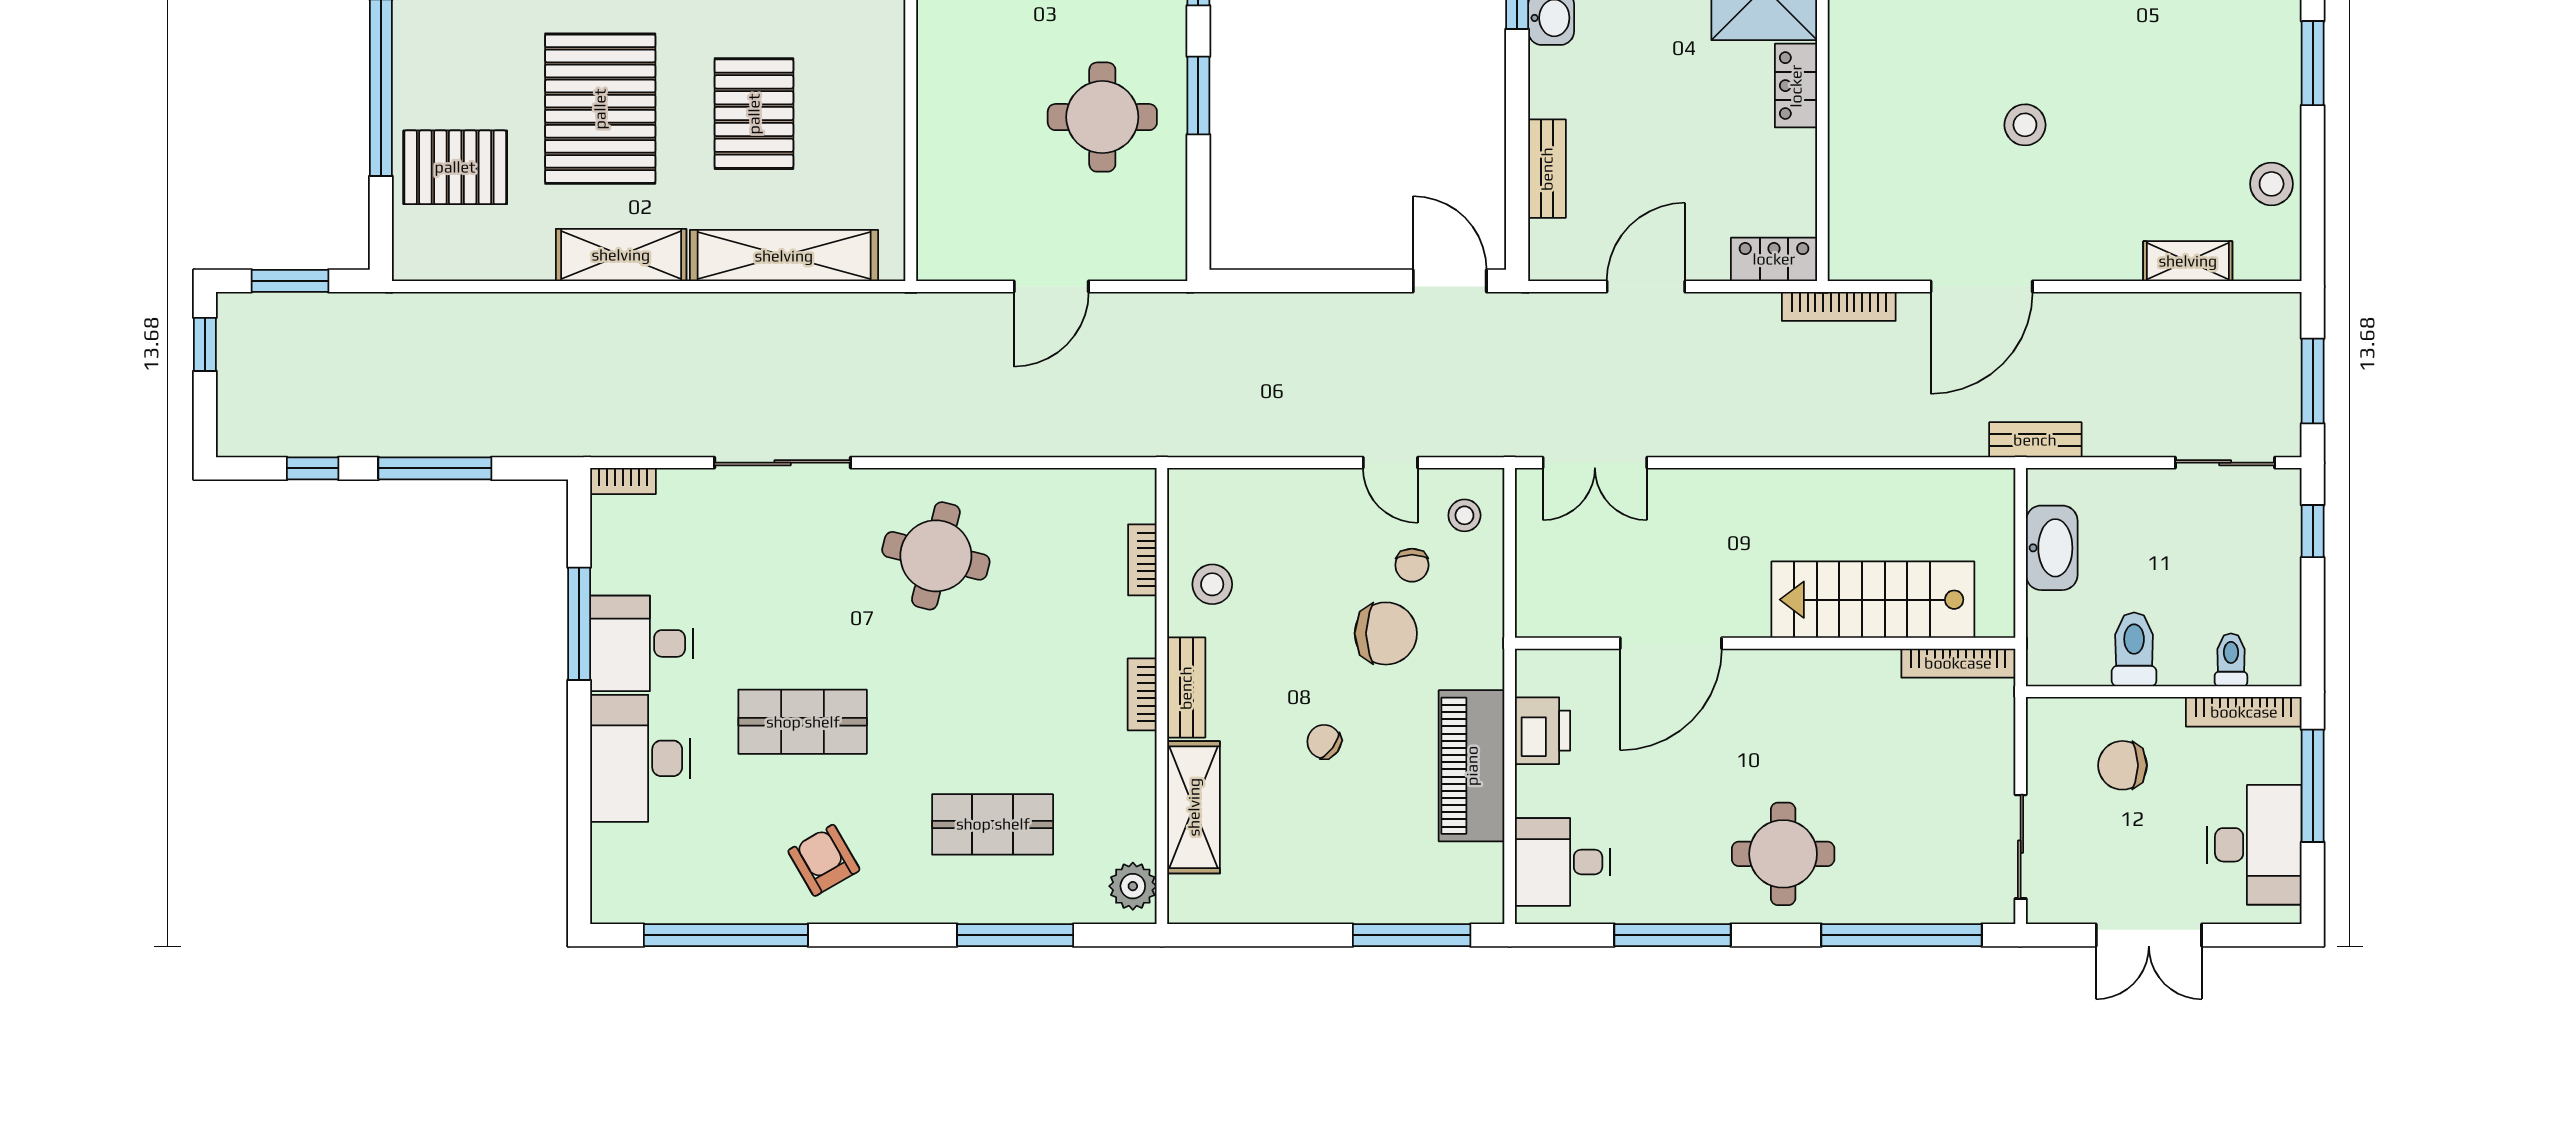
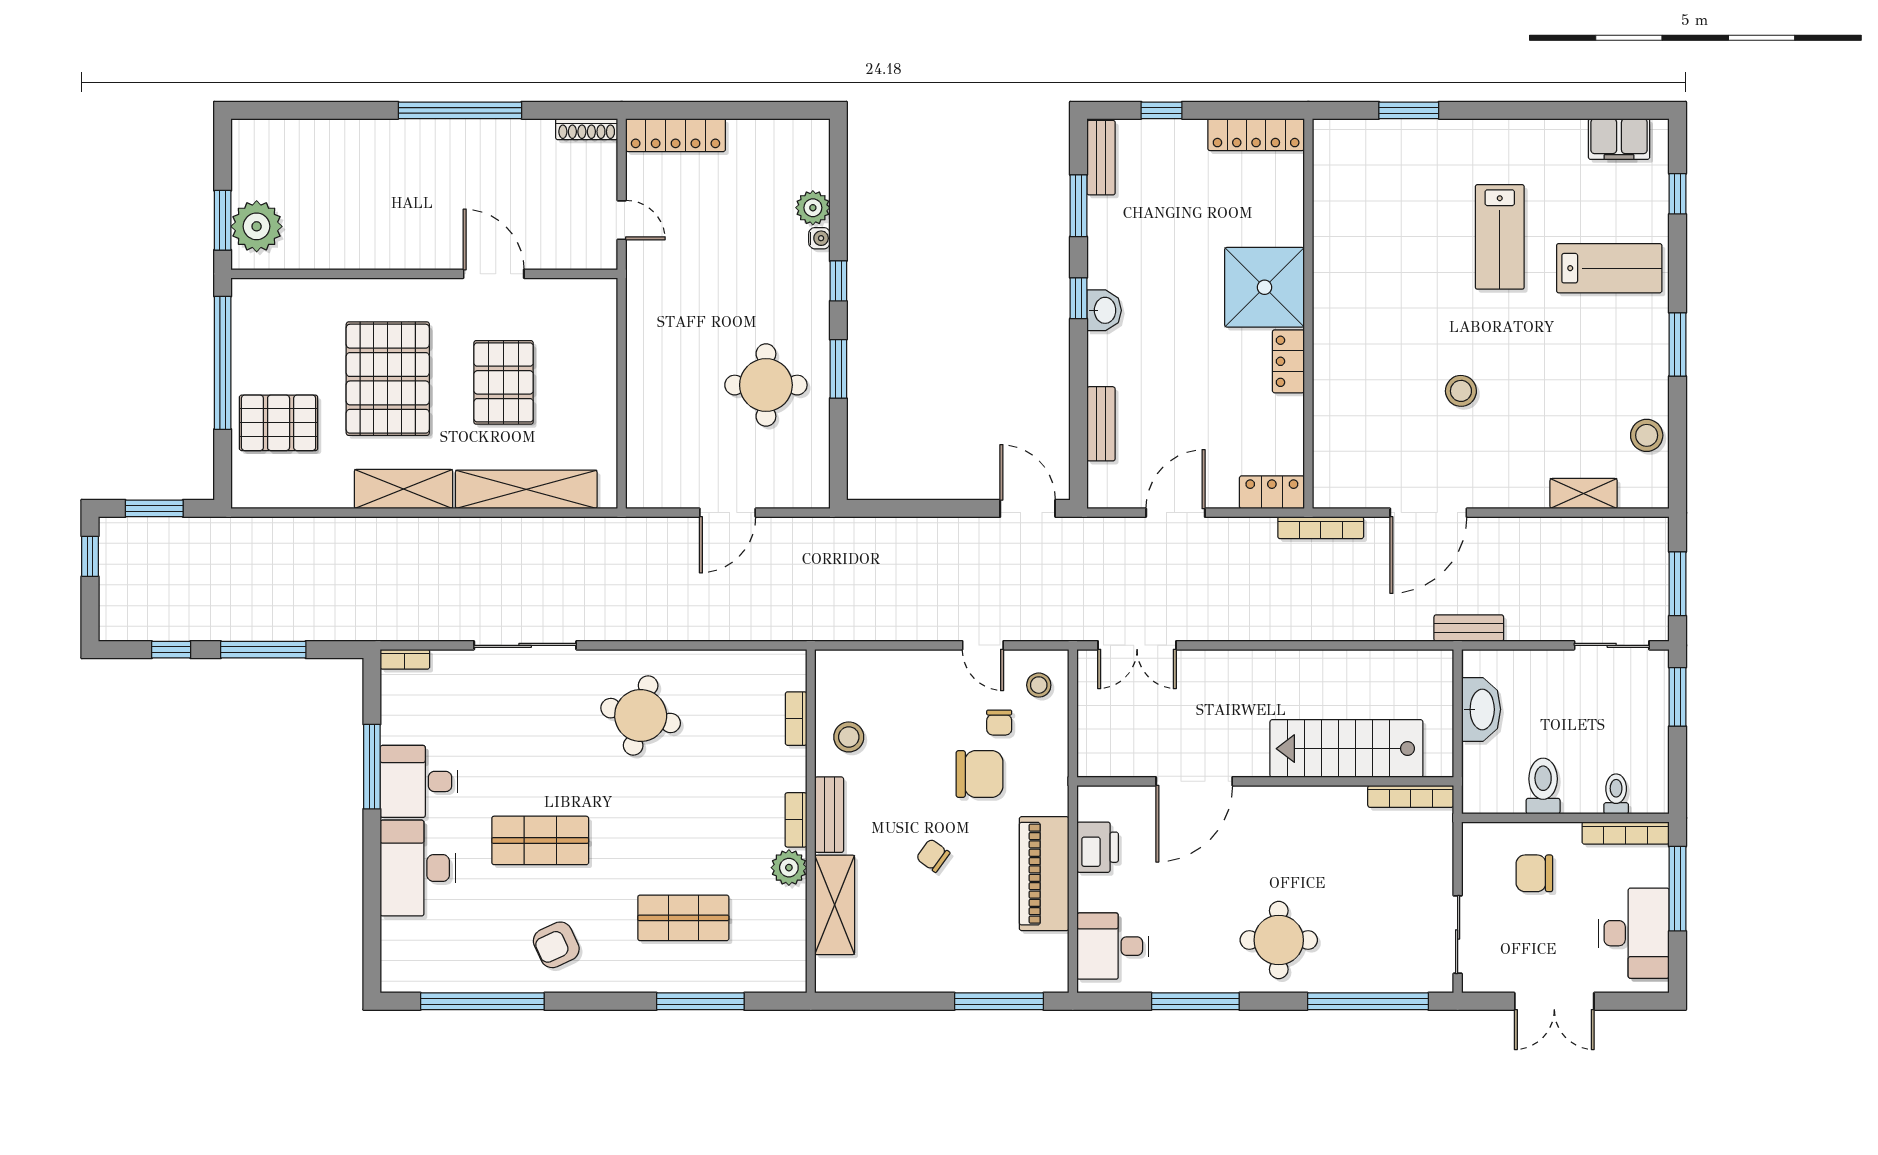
window: (2313, 531) -> (1678, 697), width x1.50
armchair: (824, 860) -> (556, 945), turned -85
plant: (1133, 886) -> (789, 868), moved

